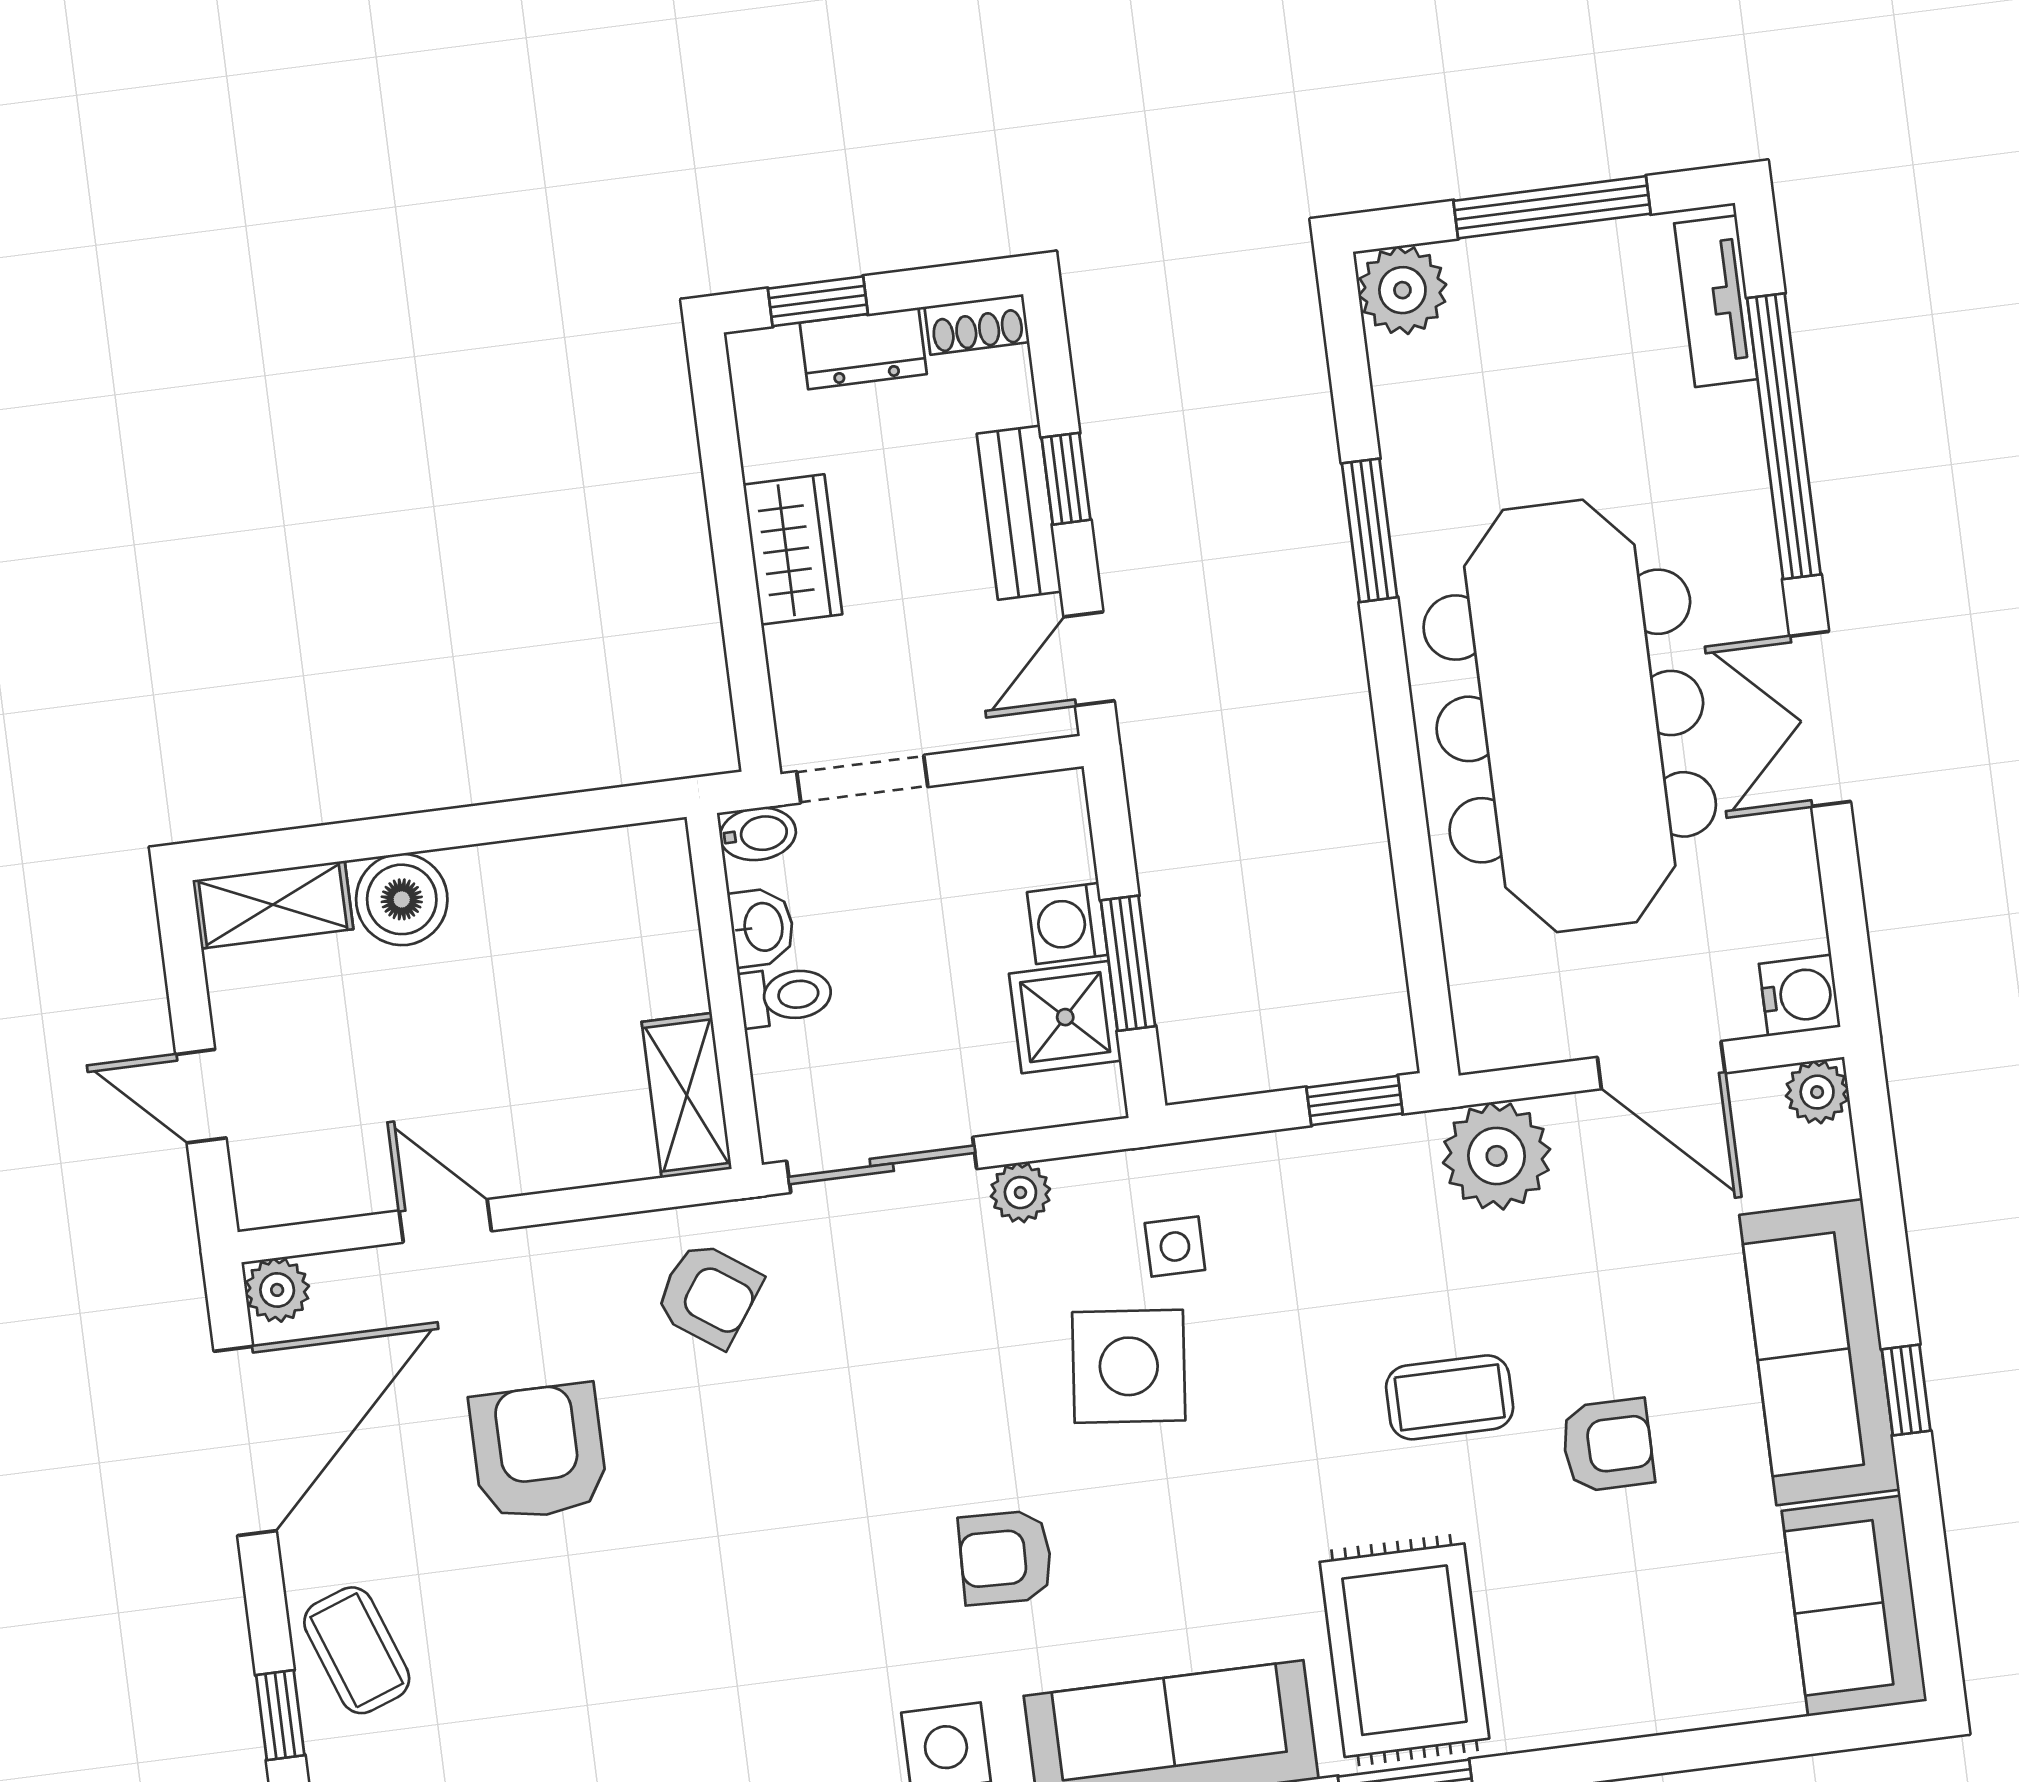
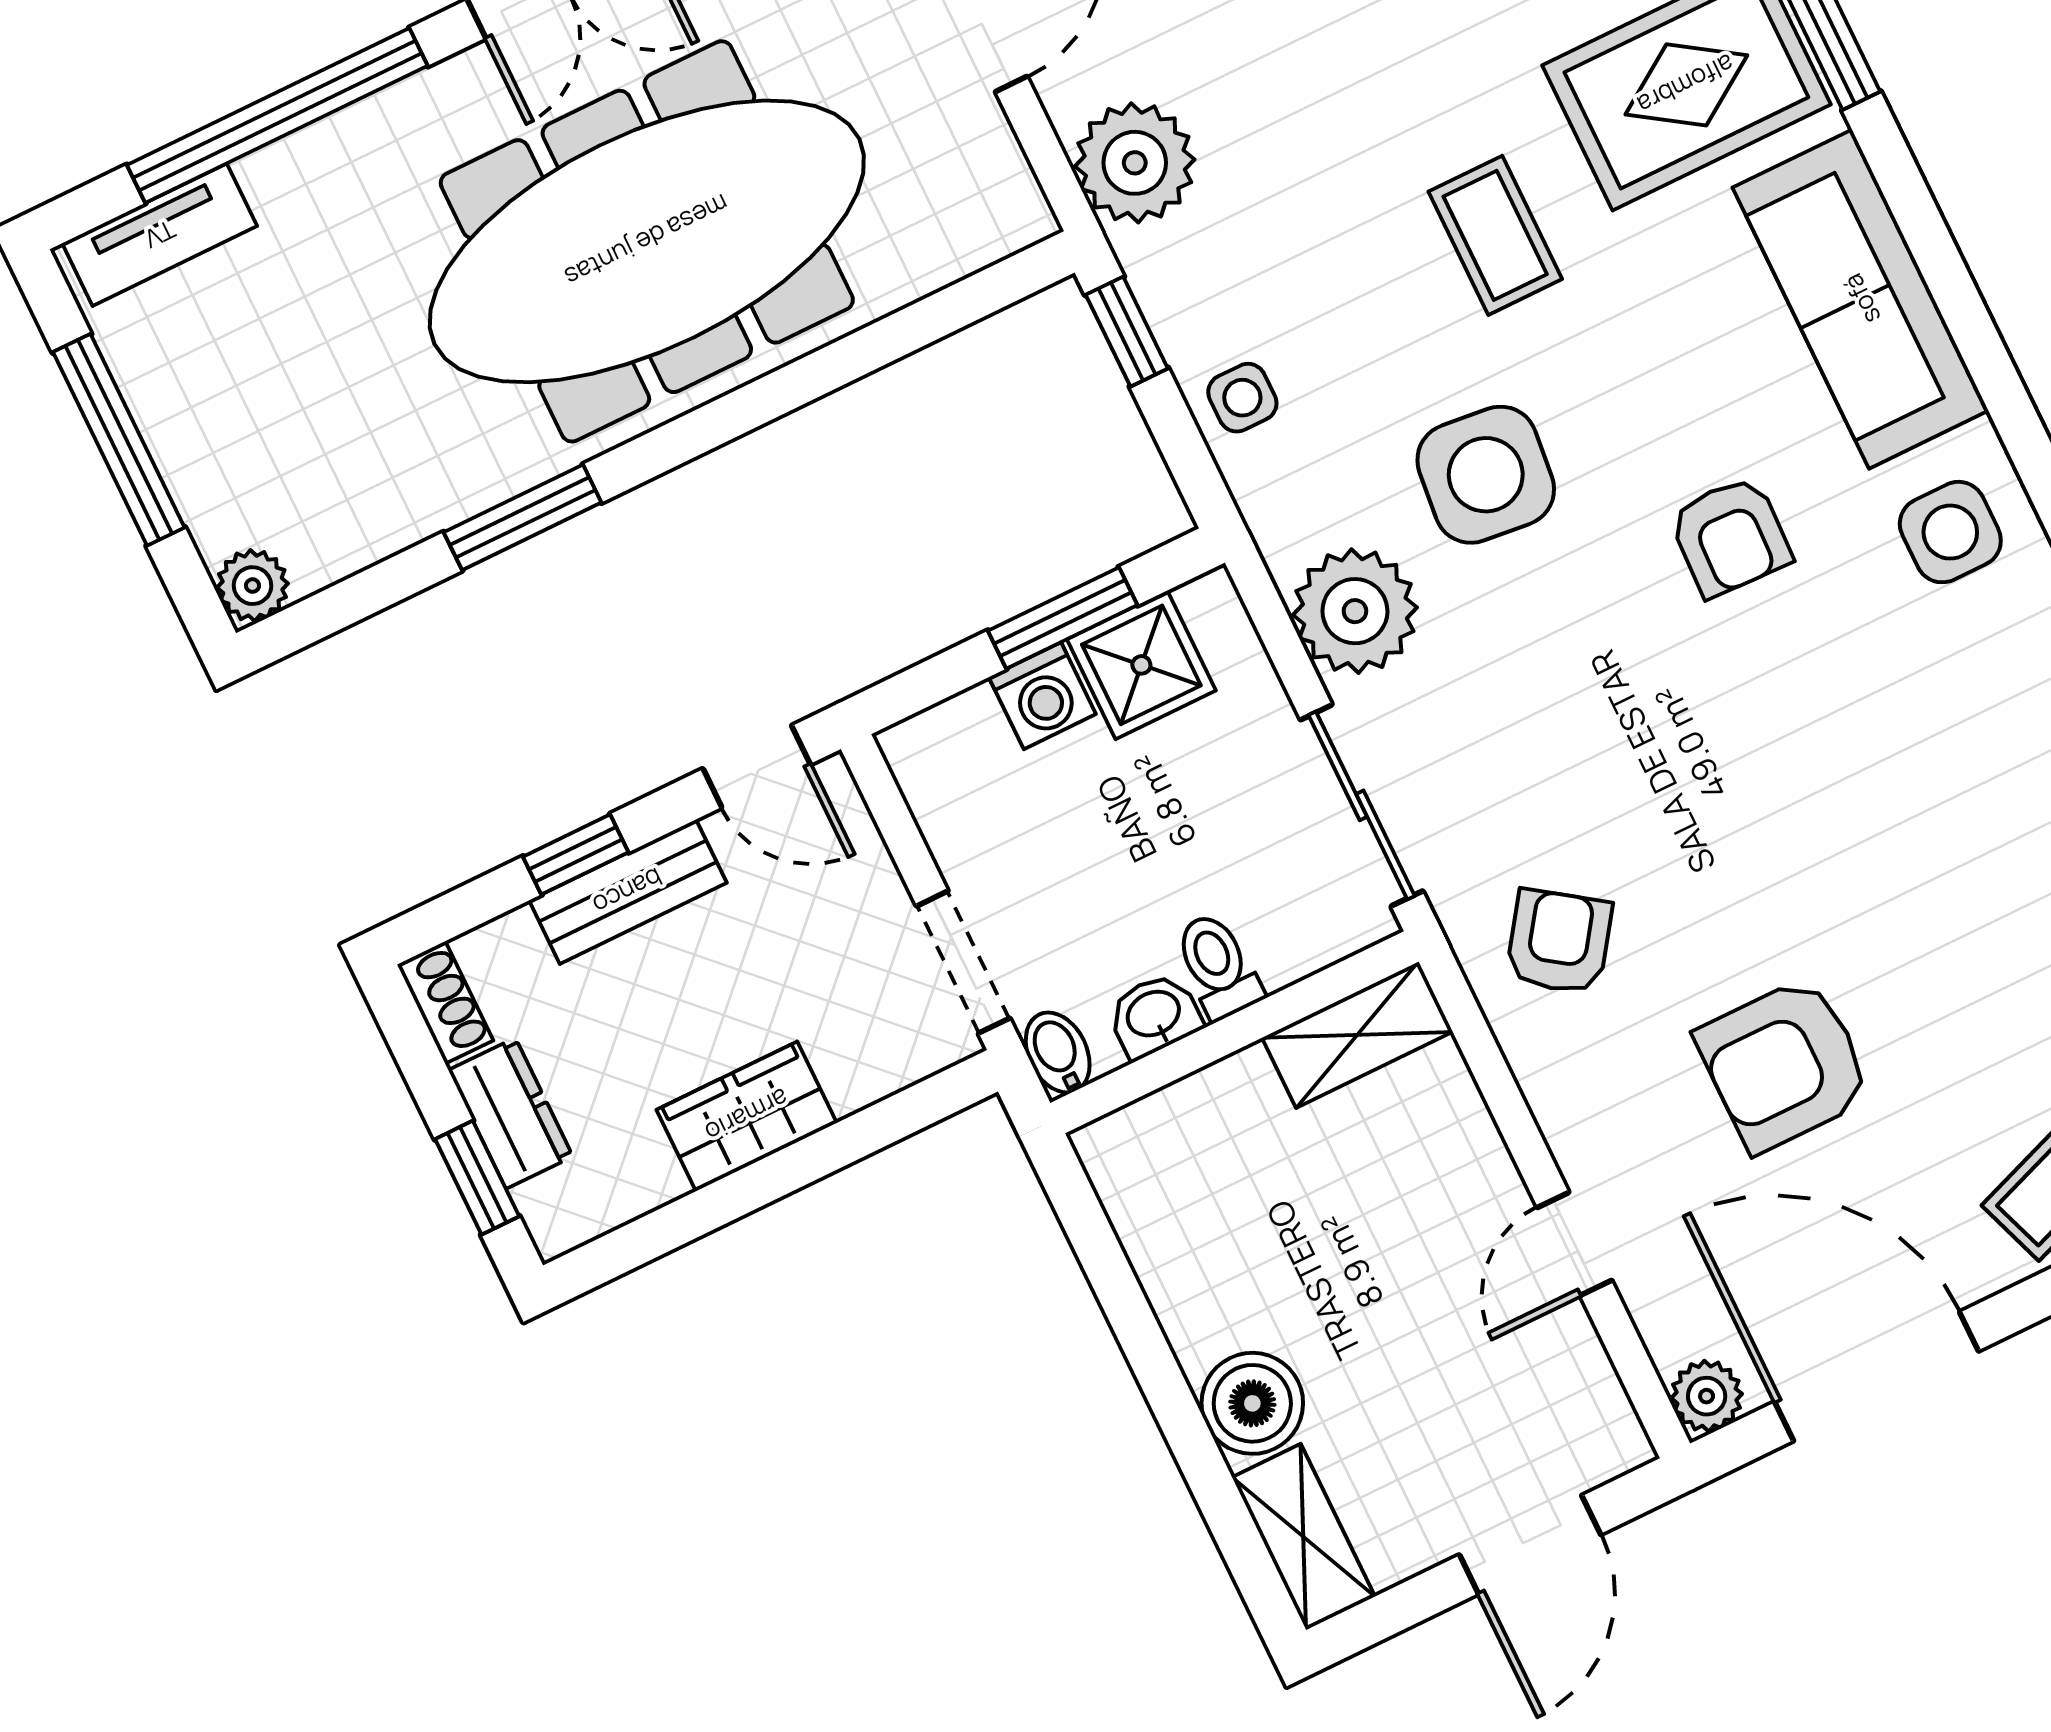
plant: (1402, 290) -> (252, 586), width x0.73, depth x0.73
door: (201, 1096) -> (1530, 1545), width x1.38
plant: (1020, 1193) -> (1355, 611), width x1.87, depth x1.87
side table: (1175, 1246) -> (1242, 398), moved
coffee table: (1450, 1397) -> (1495, 235), moved

